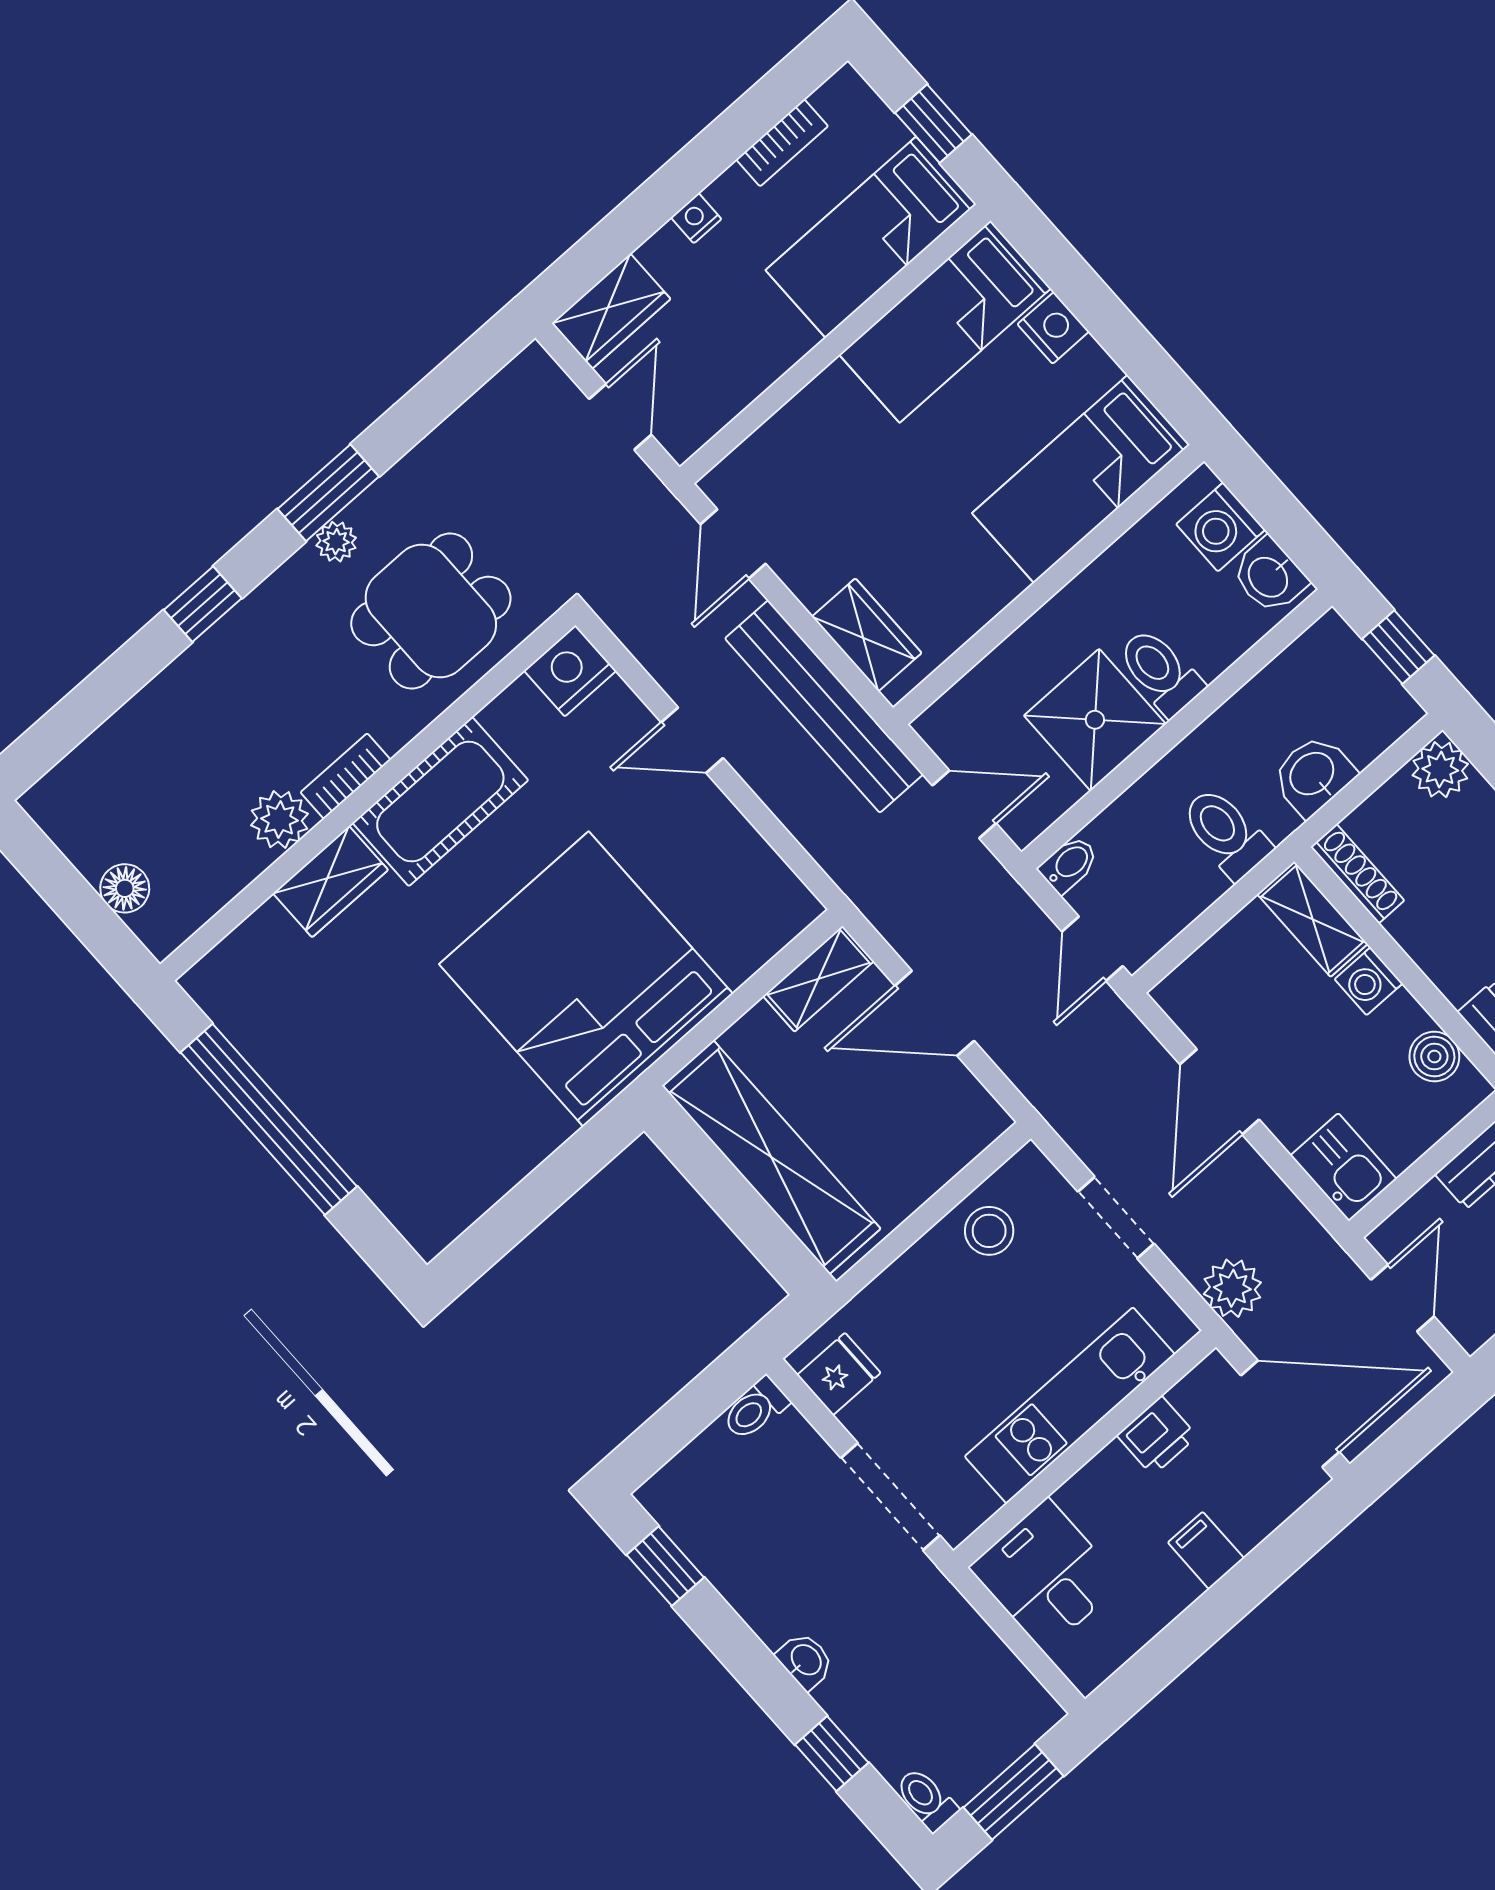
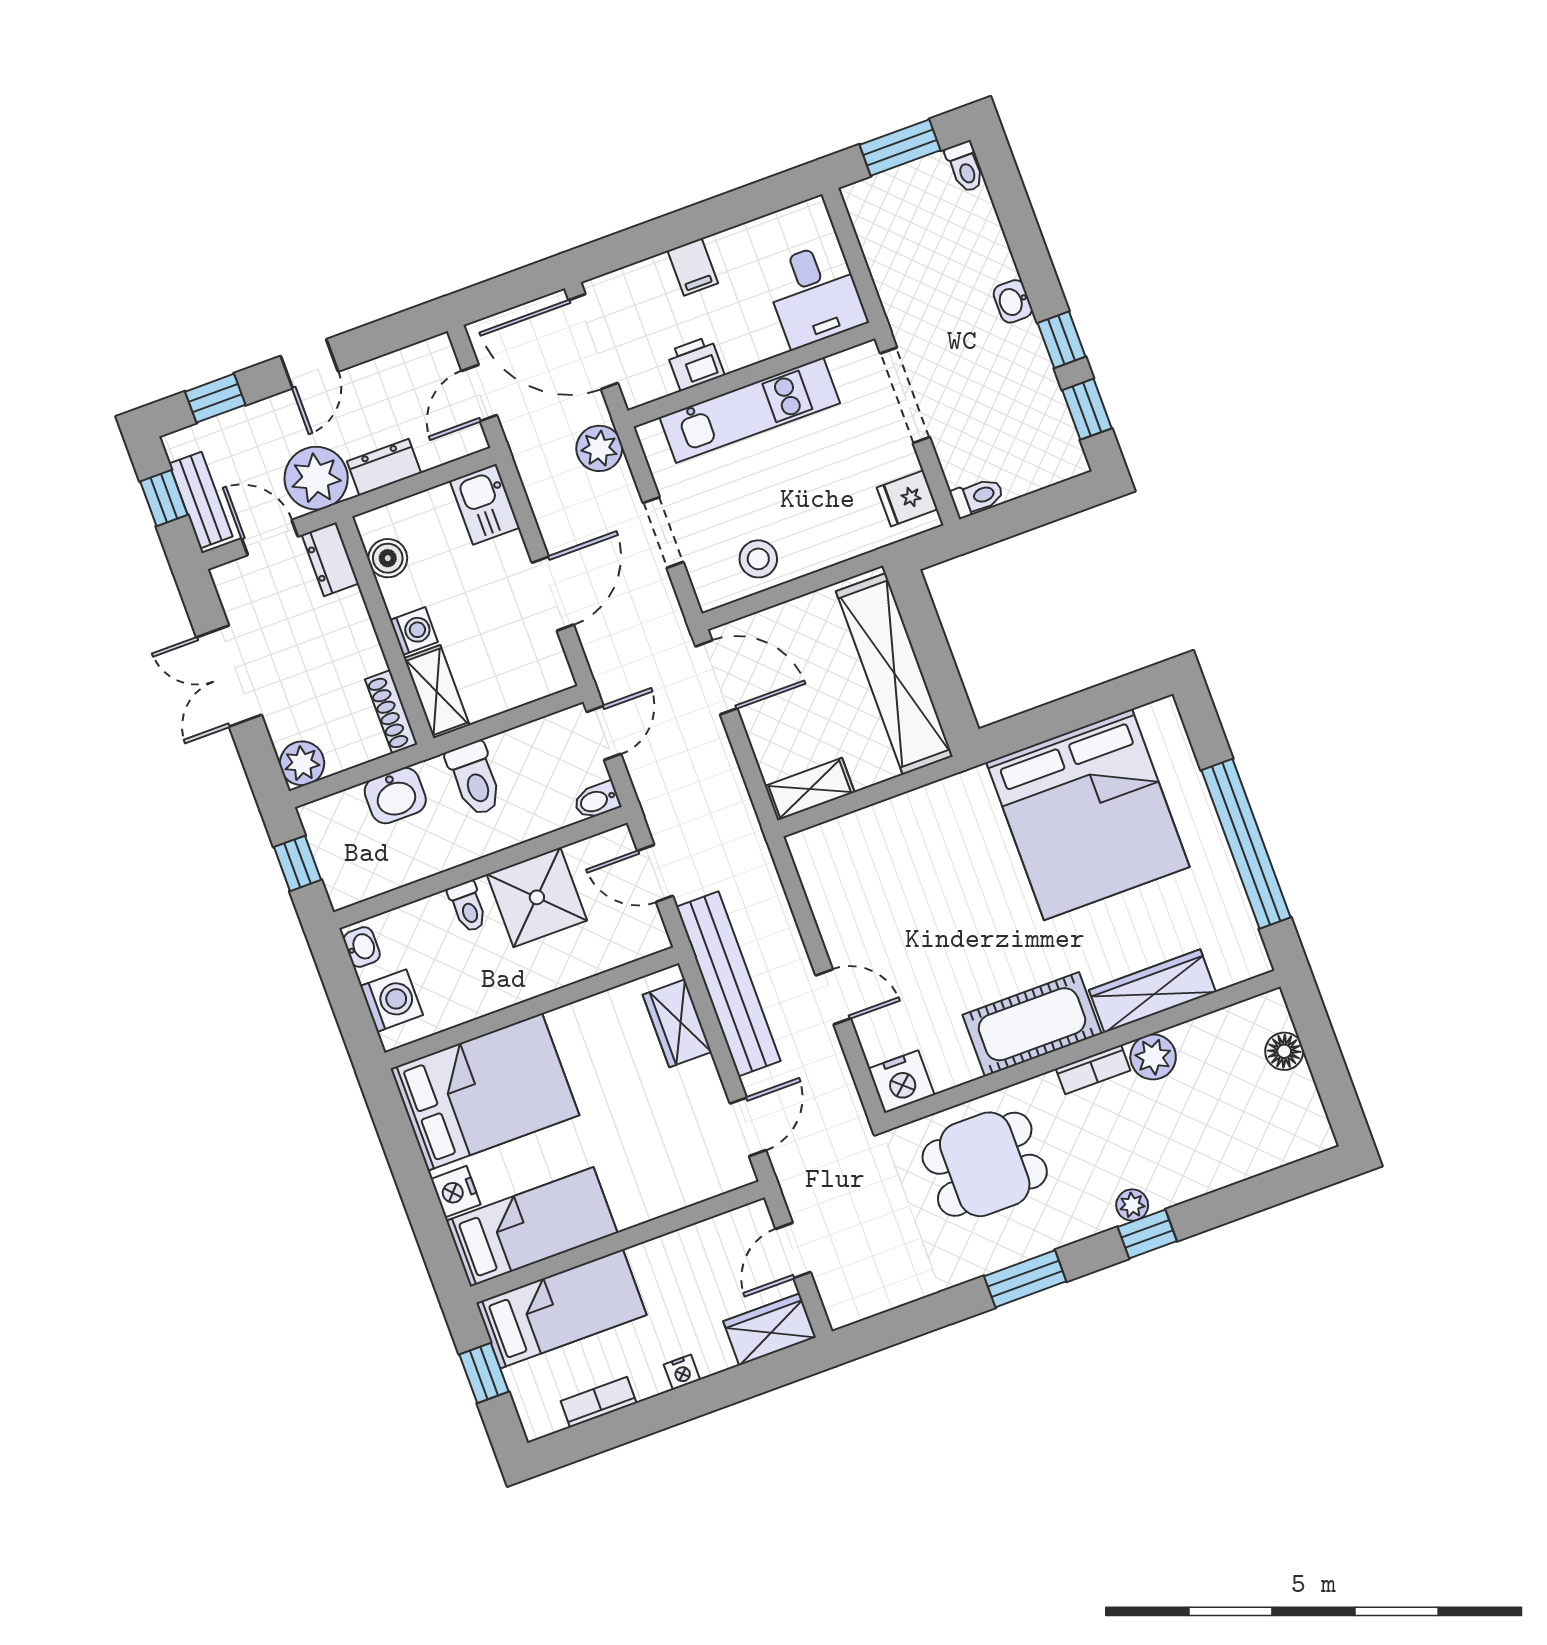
bed: (1081, 479) -> (485, 1092), width x1.50
plant: (336, 542) -> (1132, 1205), moved
washbasin: (1269, 576) -> (362, 947), width x0.72, depth x0.69
toilet: (1160, 672) -> (468, 907), width x0.73, depth x0.72
wardrobe: (330, 882) -> (1152, 991), width x1.50
bed: (586, 979) -> (1088, 815), moved
door: (935, 1013) -> (716, 677), moved
window: (832, 1754) -> (1062, 340), moved

